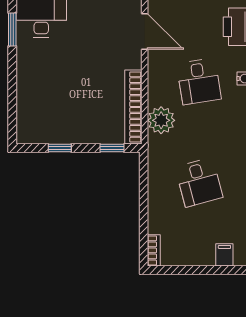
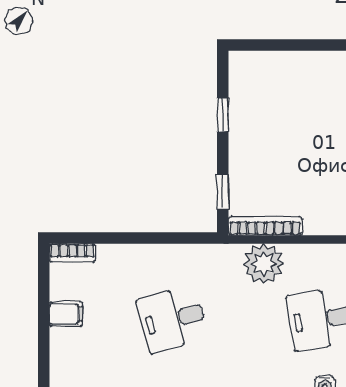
bookcase: (133, 107) -> (265, 226), width x0.68, depth x0.76
filing cabinet: (224, 255) -> (66, 314), moved

